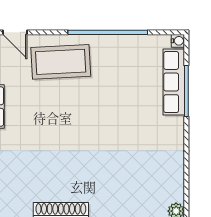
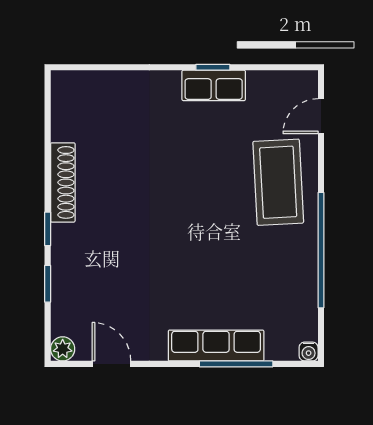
row of seats: (174, 82) -> (216, 346), moved
door: (186, 177) -> (111, 364), added

